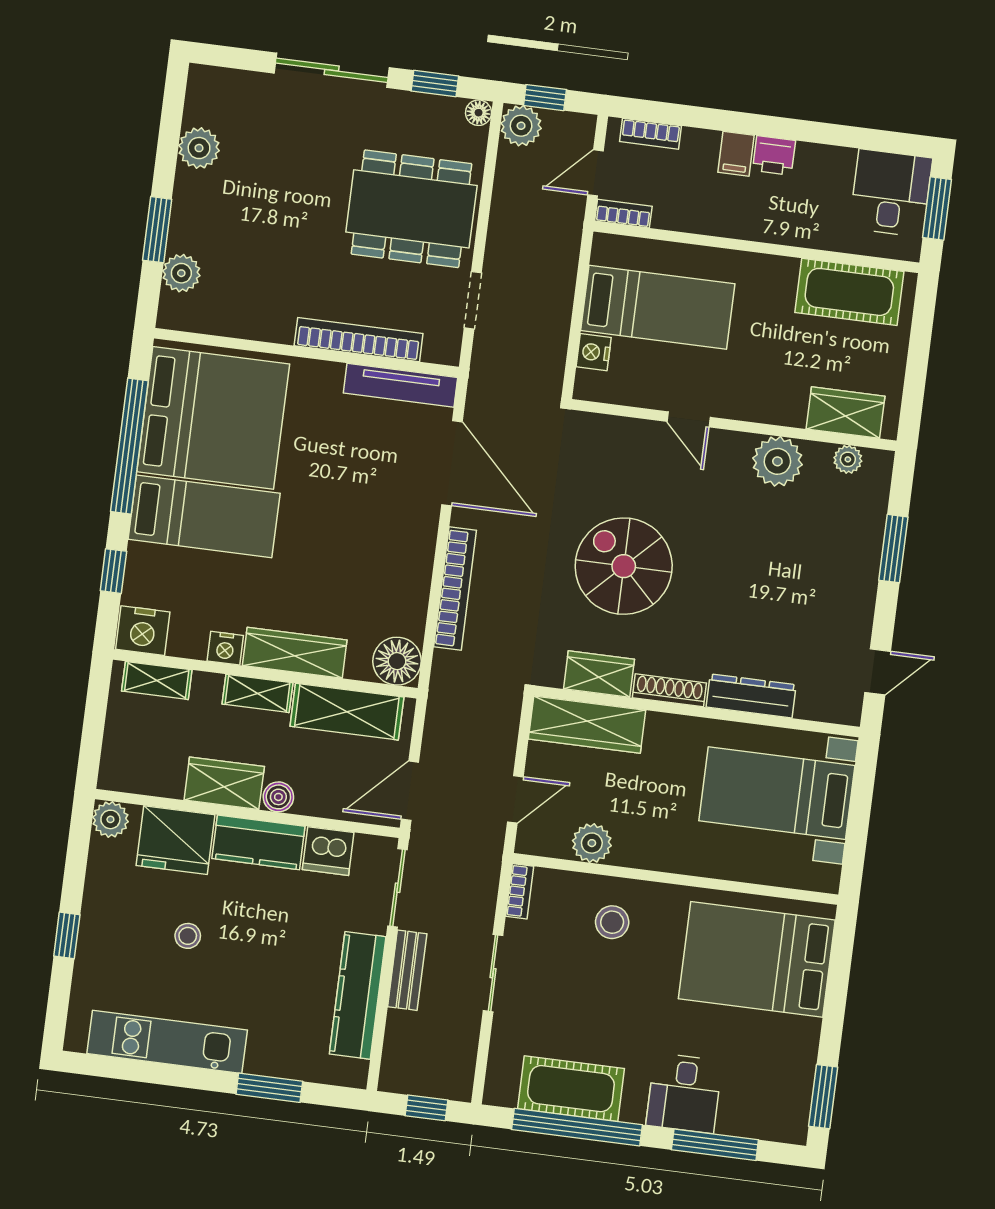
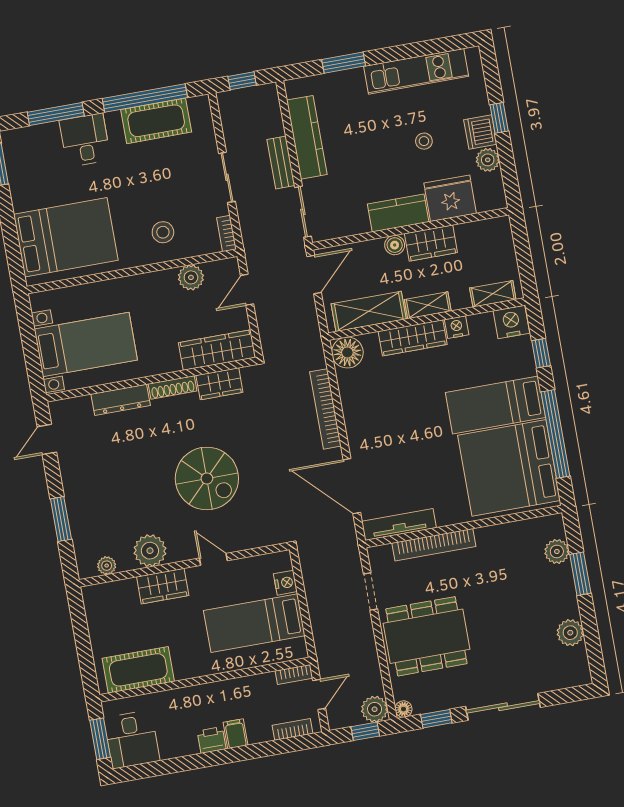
wardrobe: (846, 413) -> (163, 586), moved
spiral stairs: (624, 566) -> (207, 478), moved
plant: (110, 819) -> (488, 160), moved
dishwasher: (328, 851) -> (480, 132), moved, turned -90

